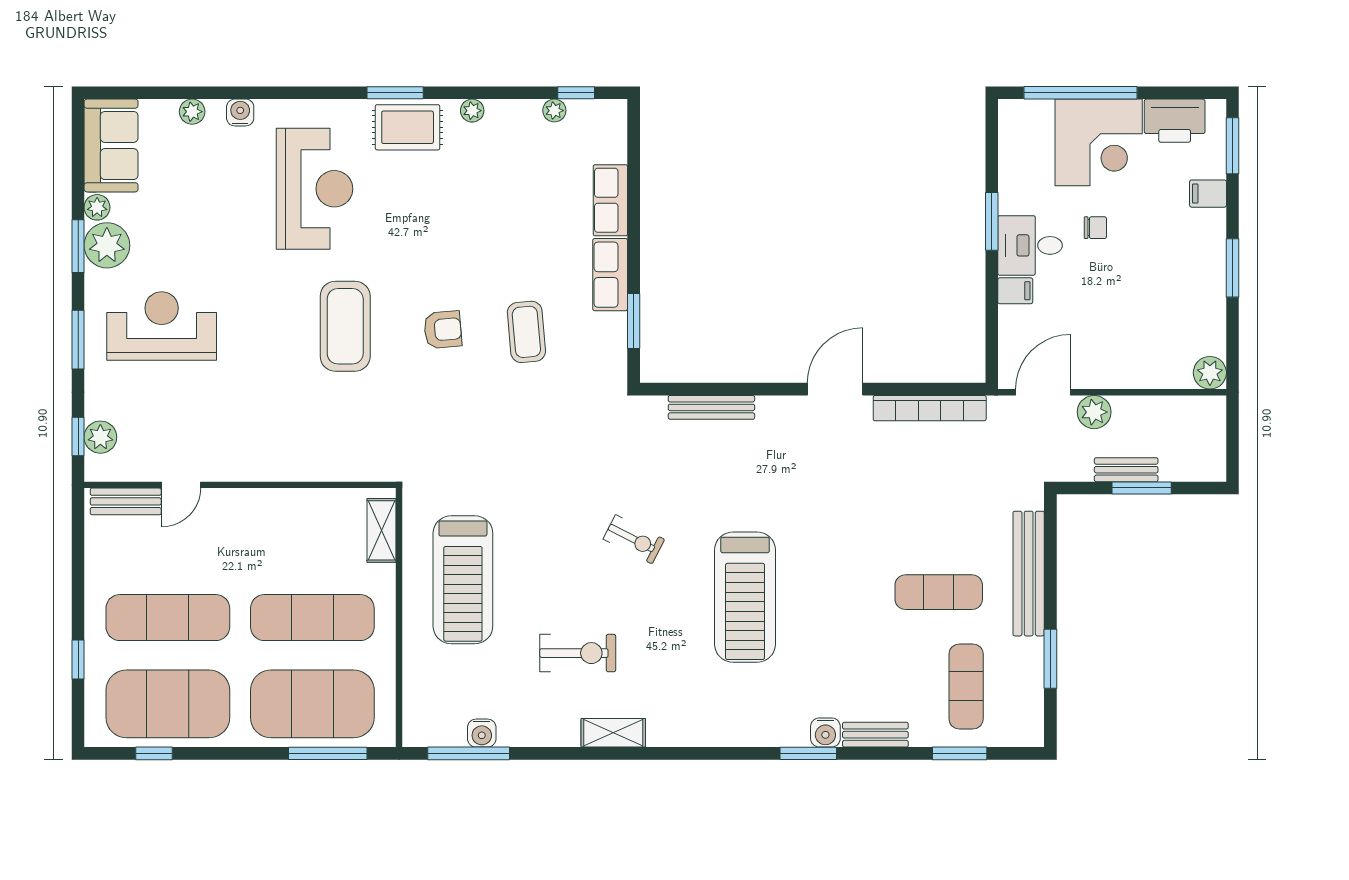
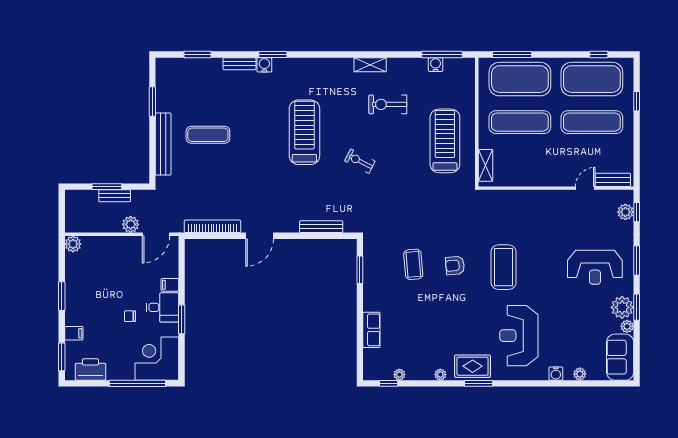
corner desk: (1099, 142) -> (157, 359), moved
row of seats: (610, 275) -> (372, 293), removed
exercise mat: (966, 686) -> (194, 88), removed

